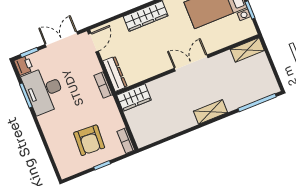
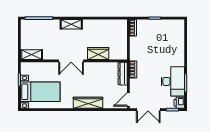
wardrobe: (134, 98) -> (98, 53), moved
armchair: (89, 140) -> (157, 38), removed

